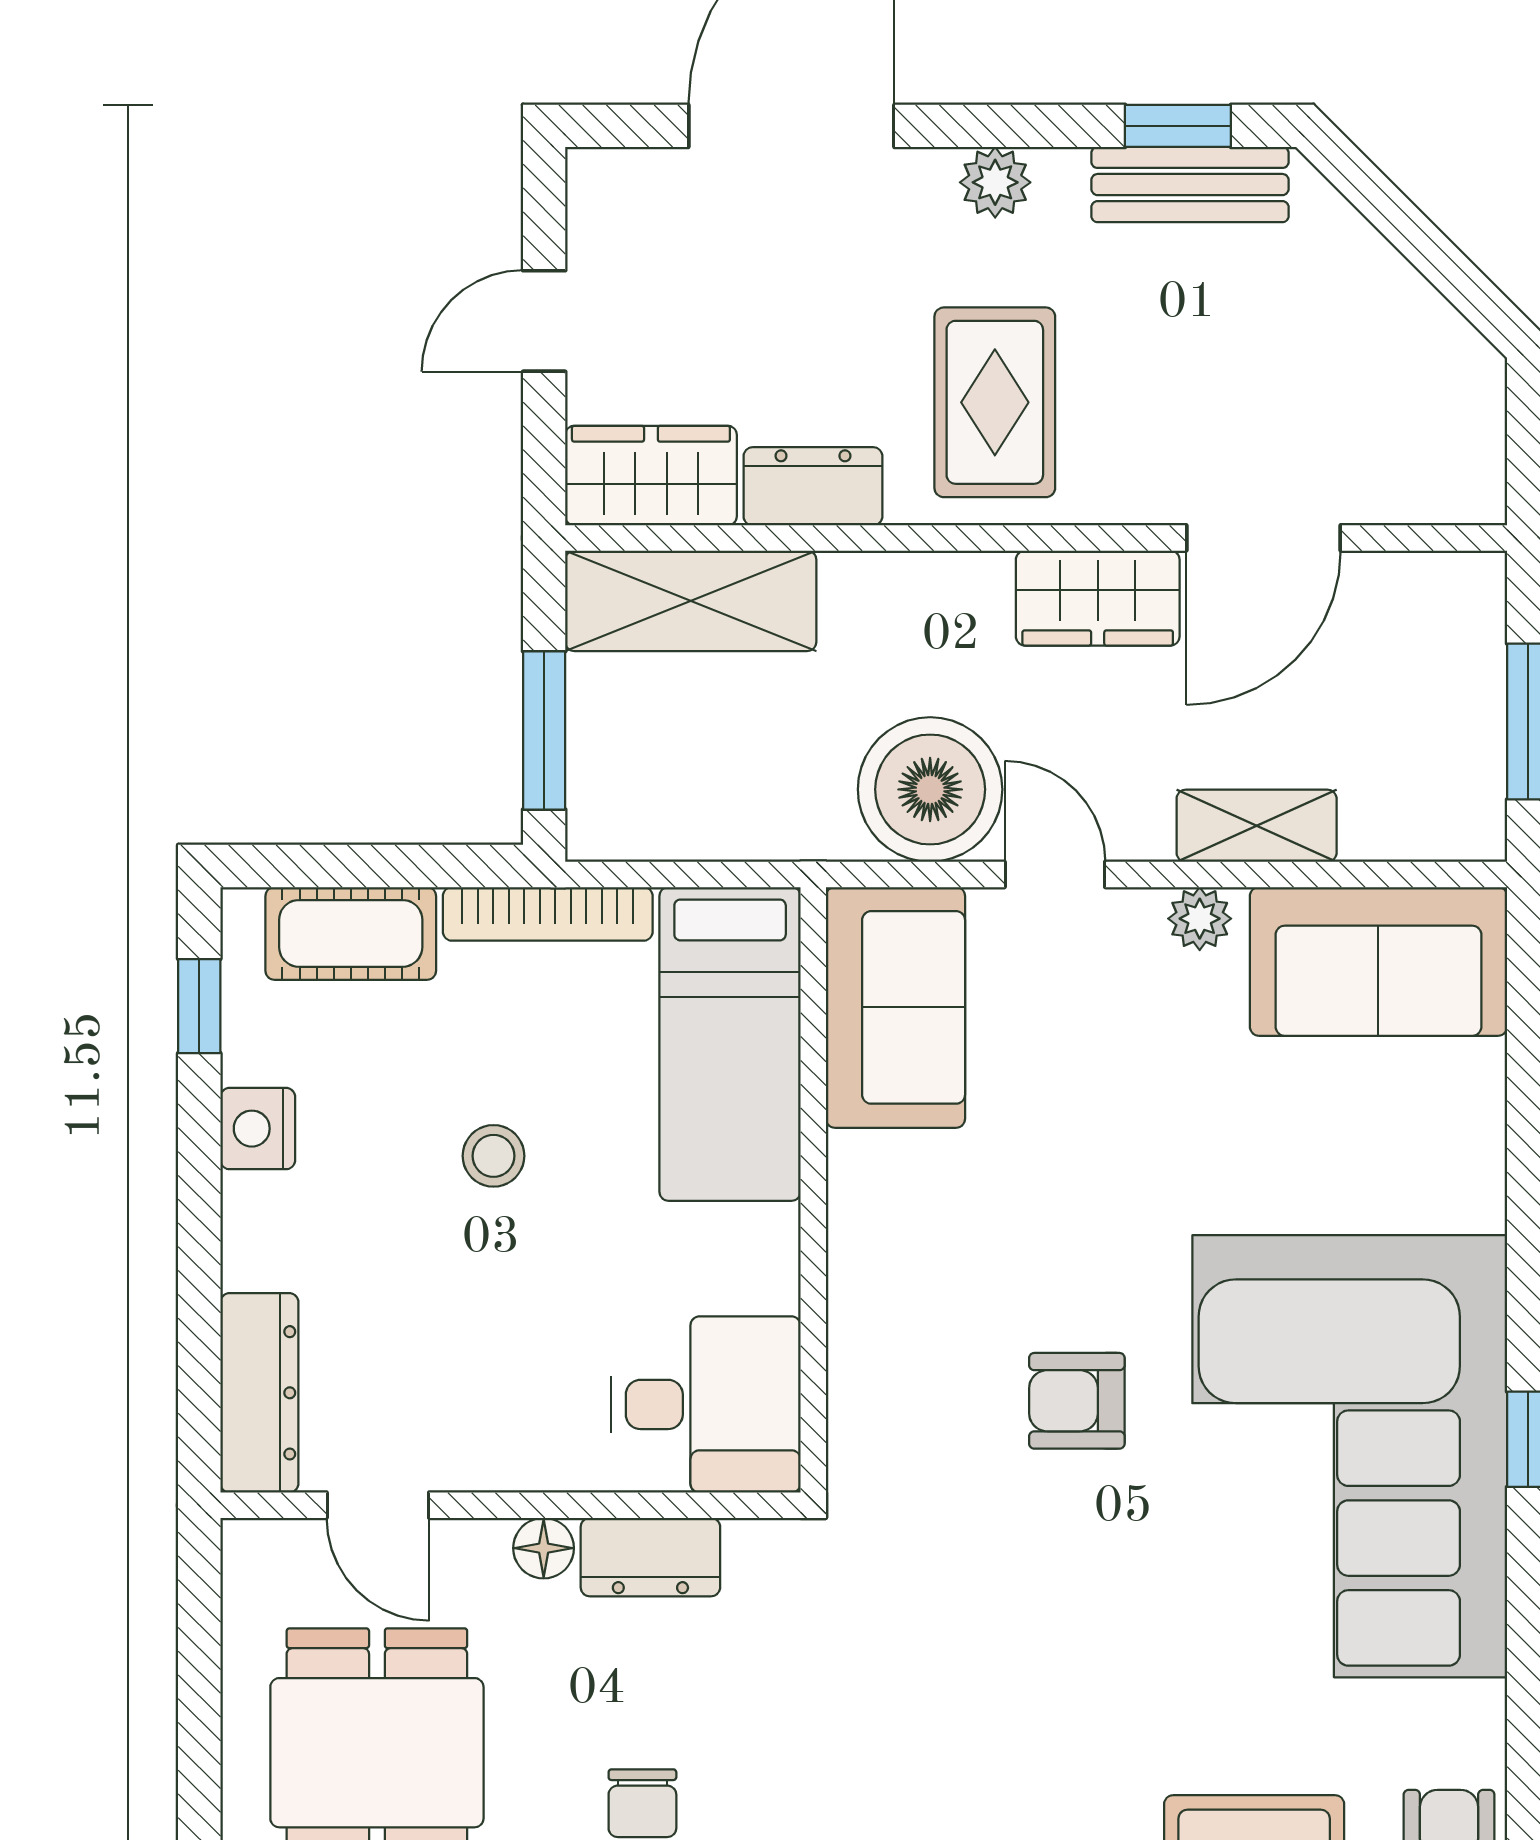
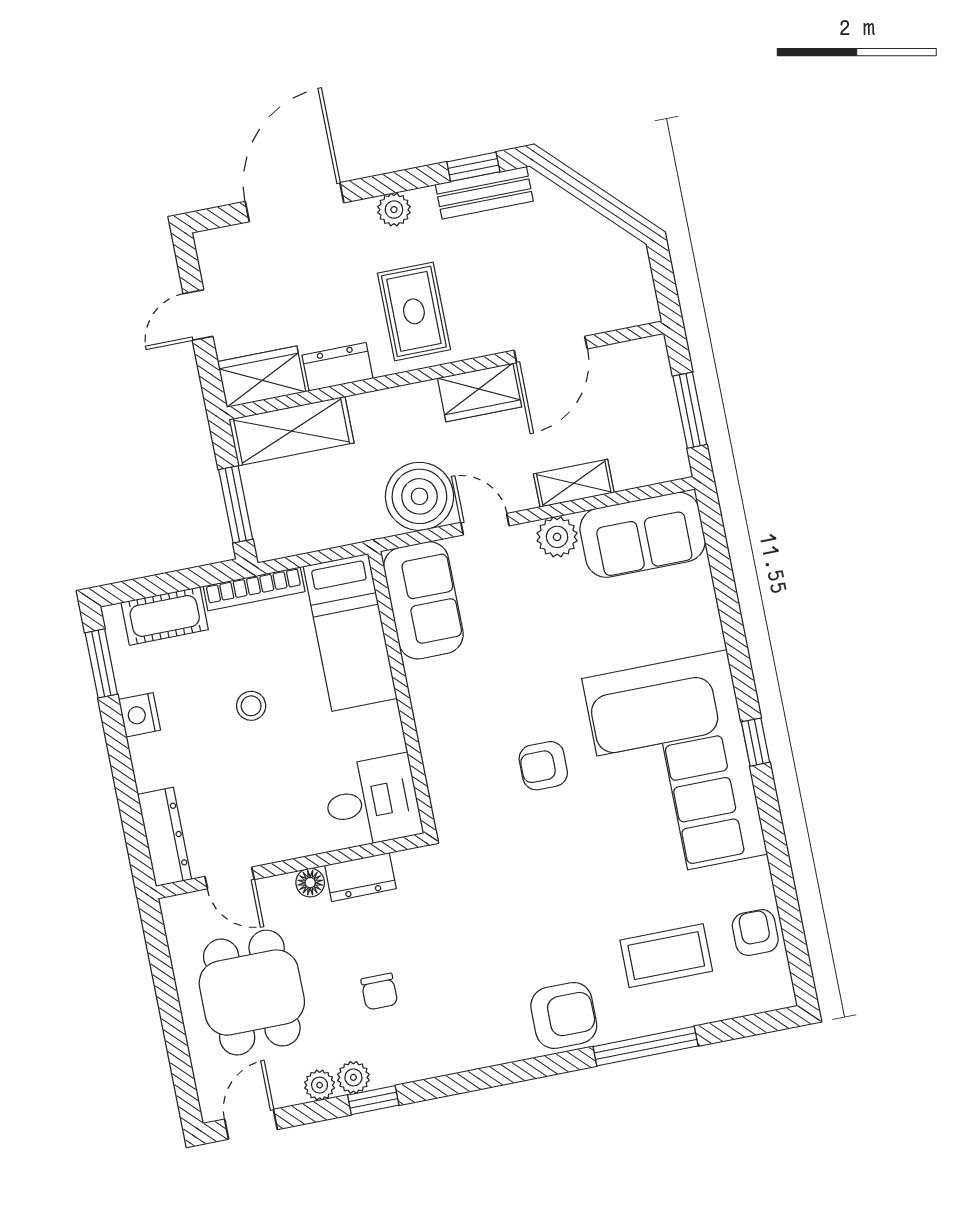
plant: (1200, 919) -> (557, 537), width x1.38, depth x1.38
window: (199, 1006) -> (101, 663), width x1.50

